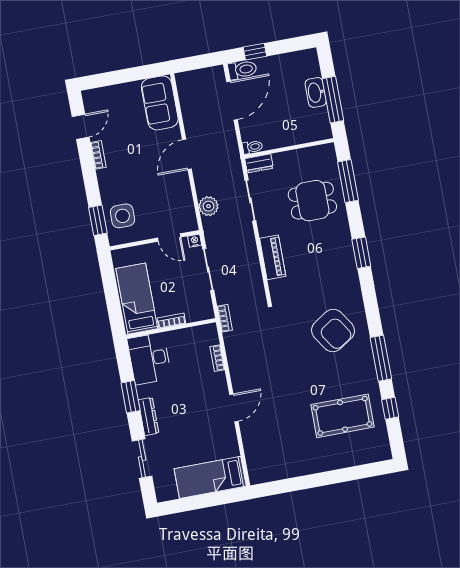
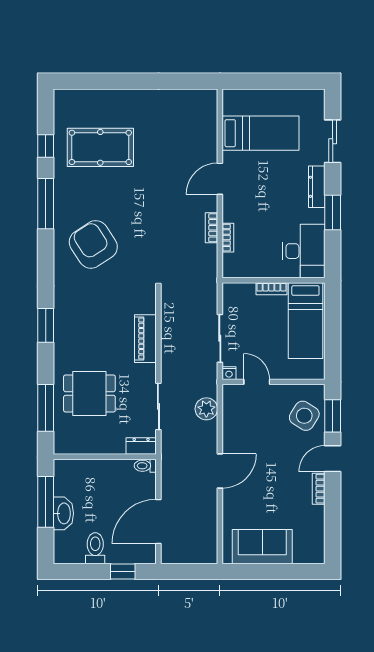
toilet: (242, 70) -> (95, 548), moved, turned 90
sofa: (160, 103) -> (262, 547), moved, turned -90
door: (81, 127) -> (333, 459), moved
side table: (122, 216) -> (304, 416), turned 32
bookcase: (225, 318) -> (211, 228), moved
bed: (210, 477) -> (261, 133), moved

